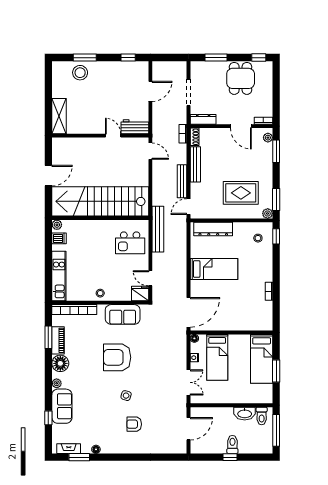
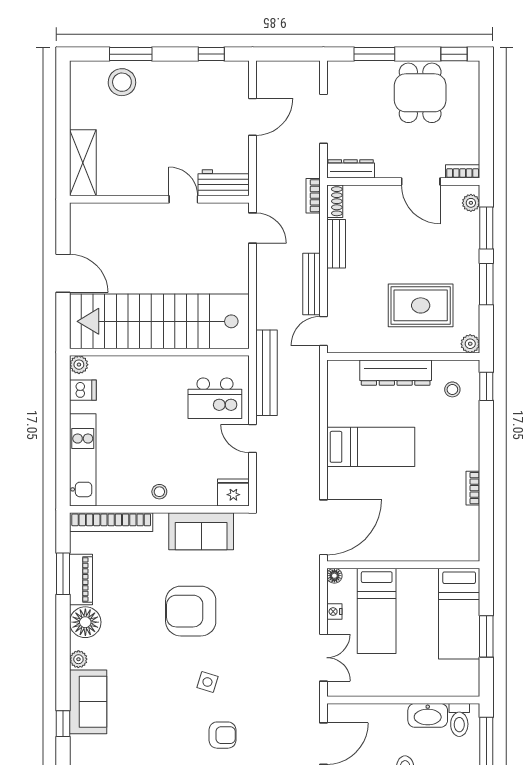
bench: (195, 164) -> (336, 244), width x0.73
door: (48, 176) -> (63, 273), hinge flipped
window: (276, 200) -> (486, 284), moved
dresser: (213, 229) -> (396, 373), moved
door: (150, 278) -> (253, 438), moved
armchair: (134, 424) -> (222, 735), turned 180

